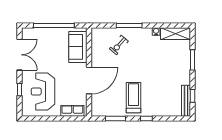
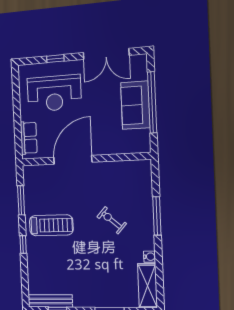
exercise bike: (119, 45) -> (112, 220), moved
sofa: (78, 47) -> (135, 105), moved, turned -90
door: (89, 81) -> (73, 160), swing flipped
reception desk: (43, 91) -> (54, 93), turned 180

